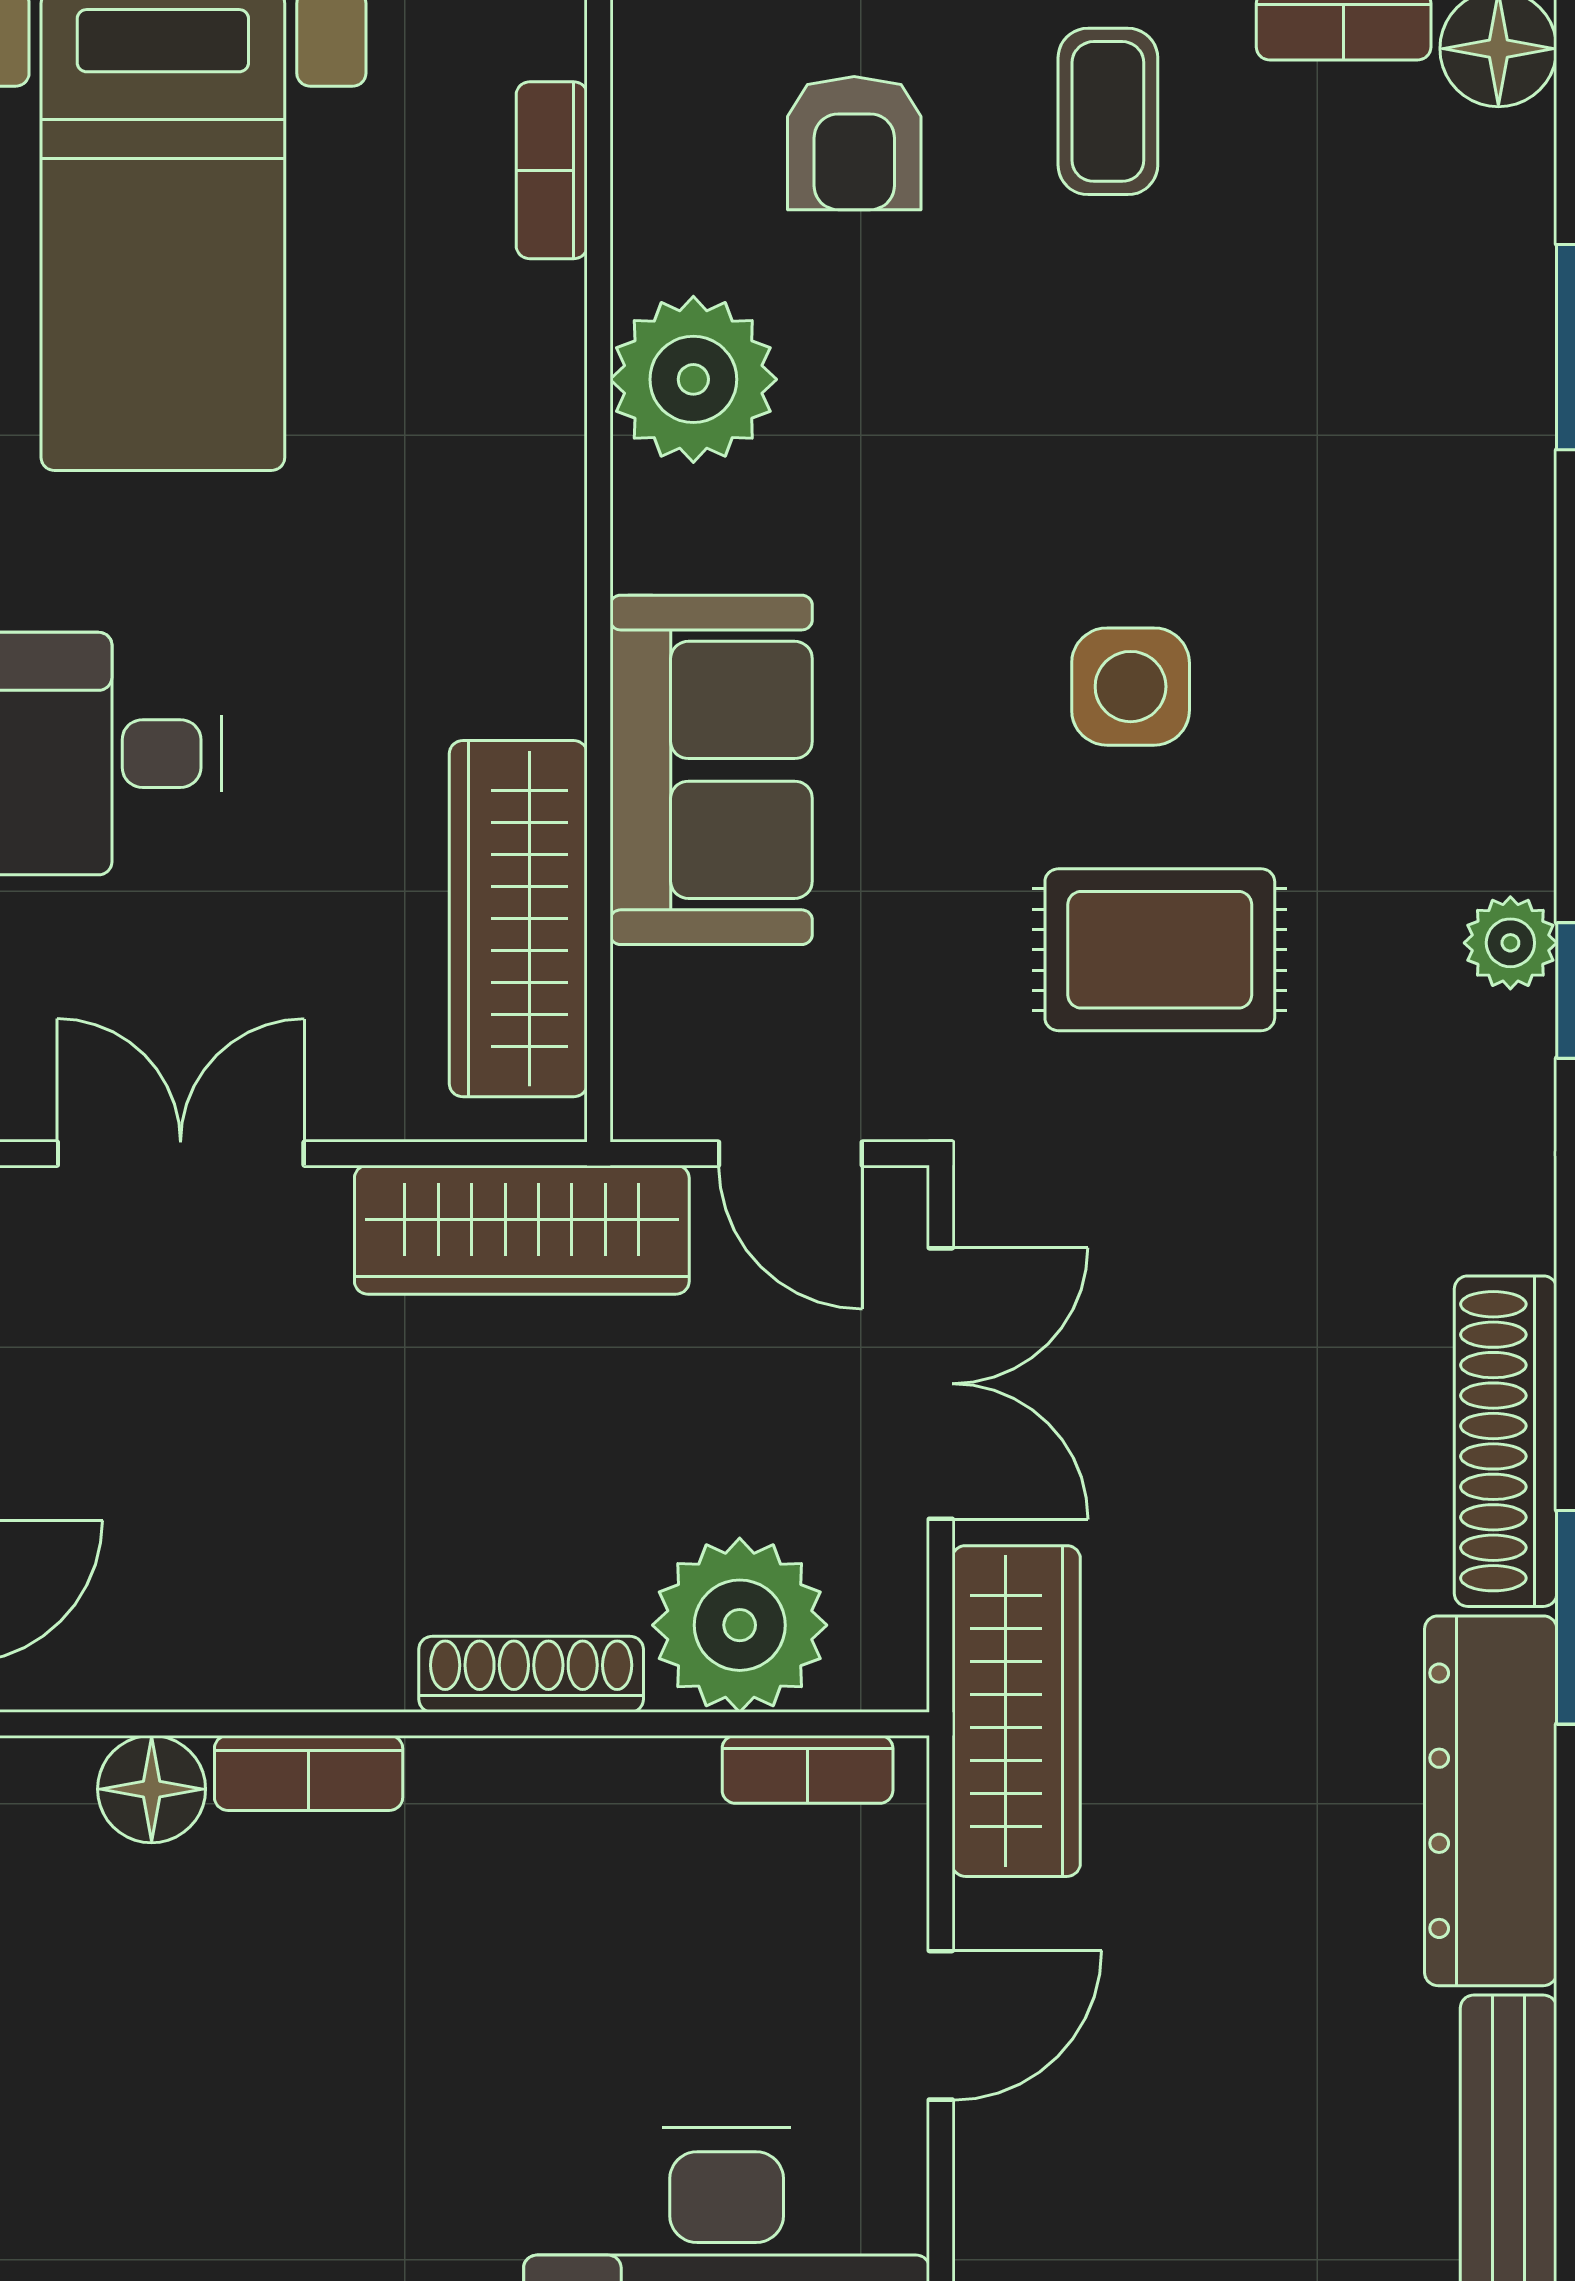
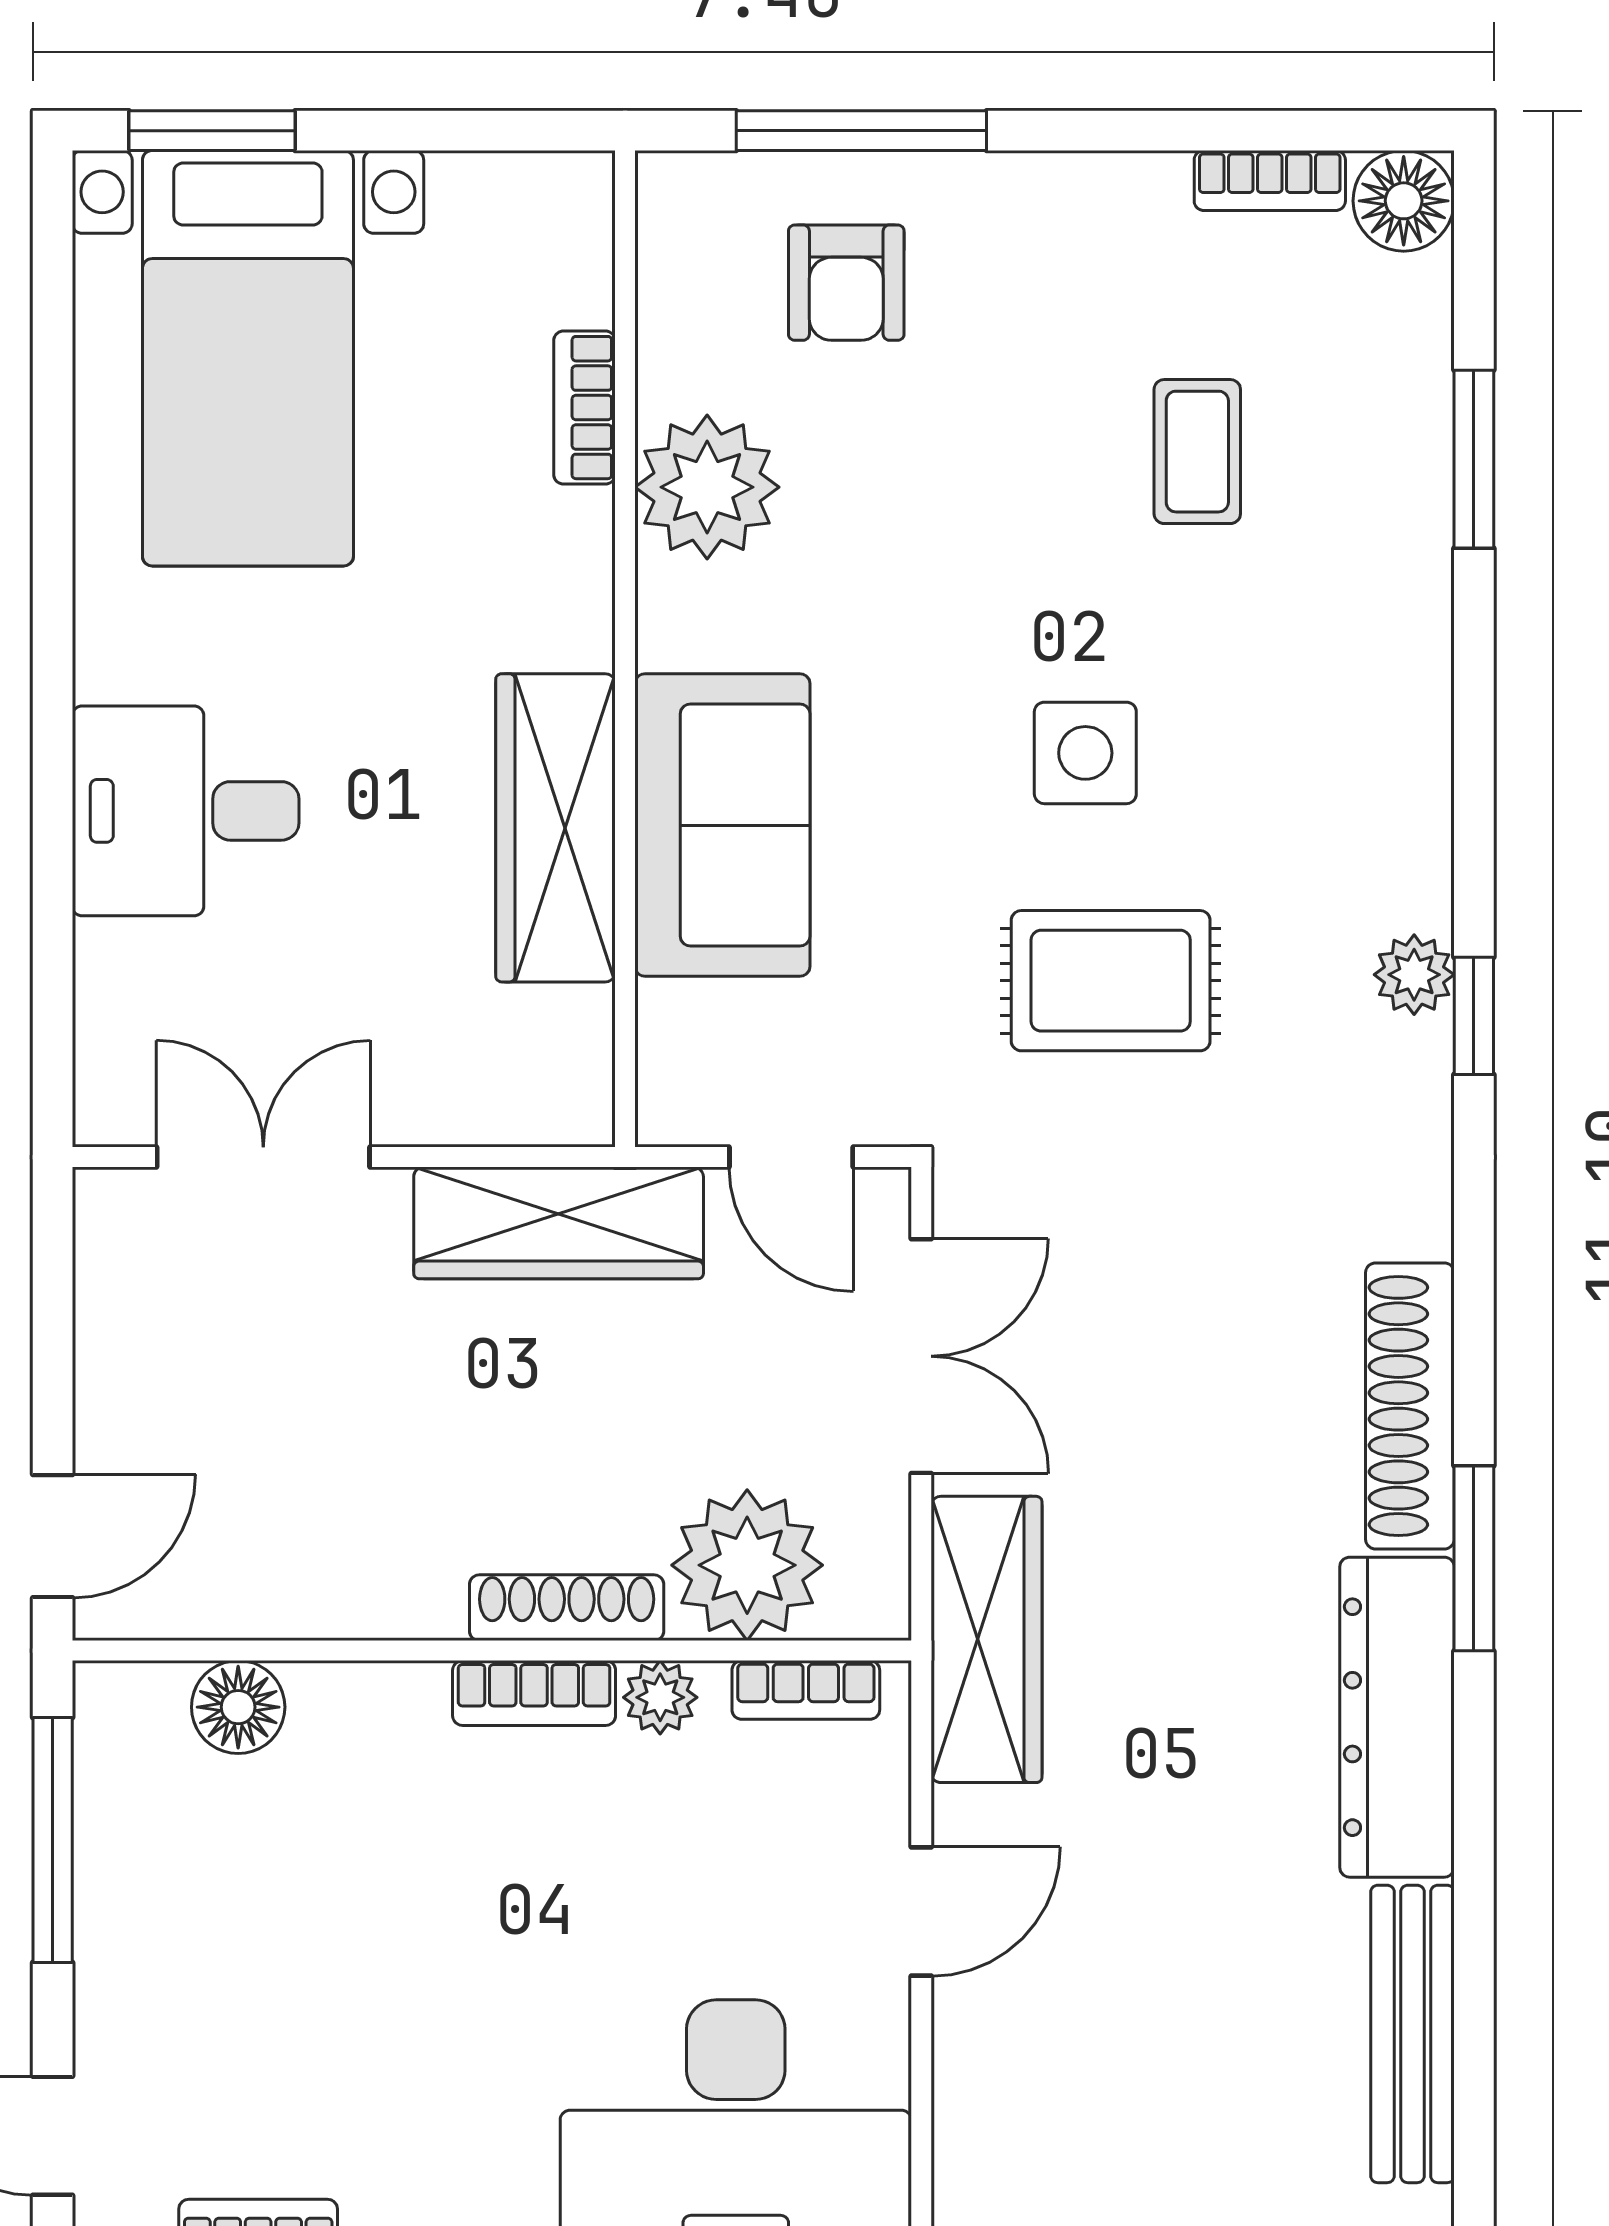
coffee table: (1108, 111) -> (1197, 452), moved
bookcase: (552, 170) -> (584, 408), moved
wardrobe: (518, 919) -> (556, 828), moved
bookcase: (309, 1773) -> (534, 1693), moved
plant: (639, 1778) -> (660, 1697), added

